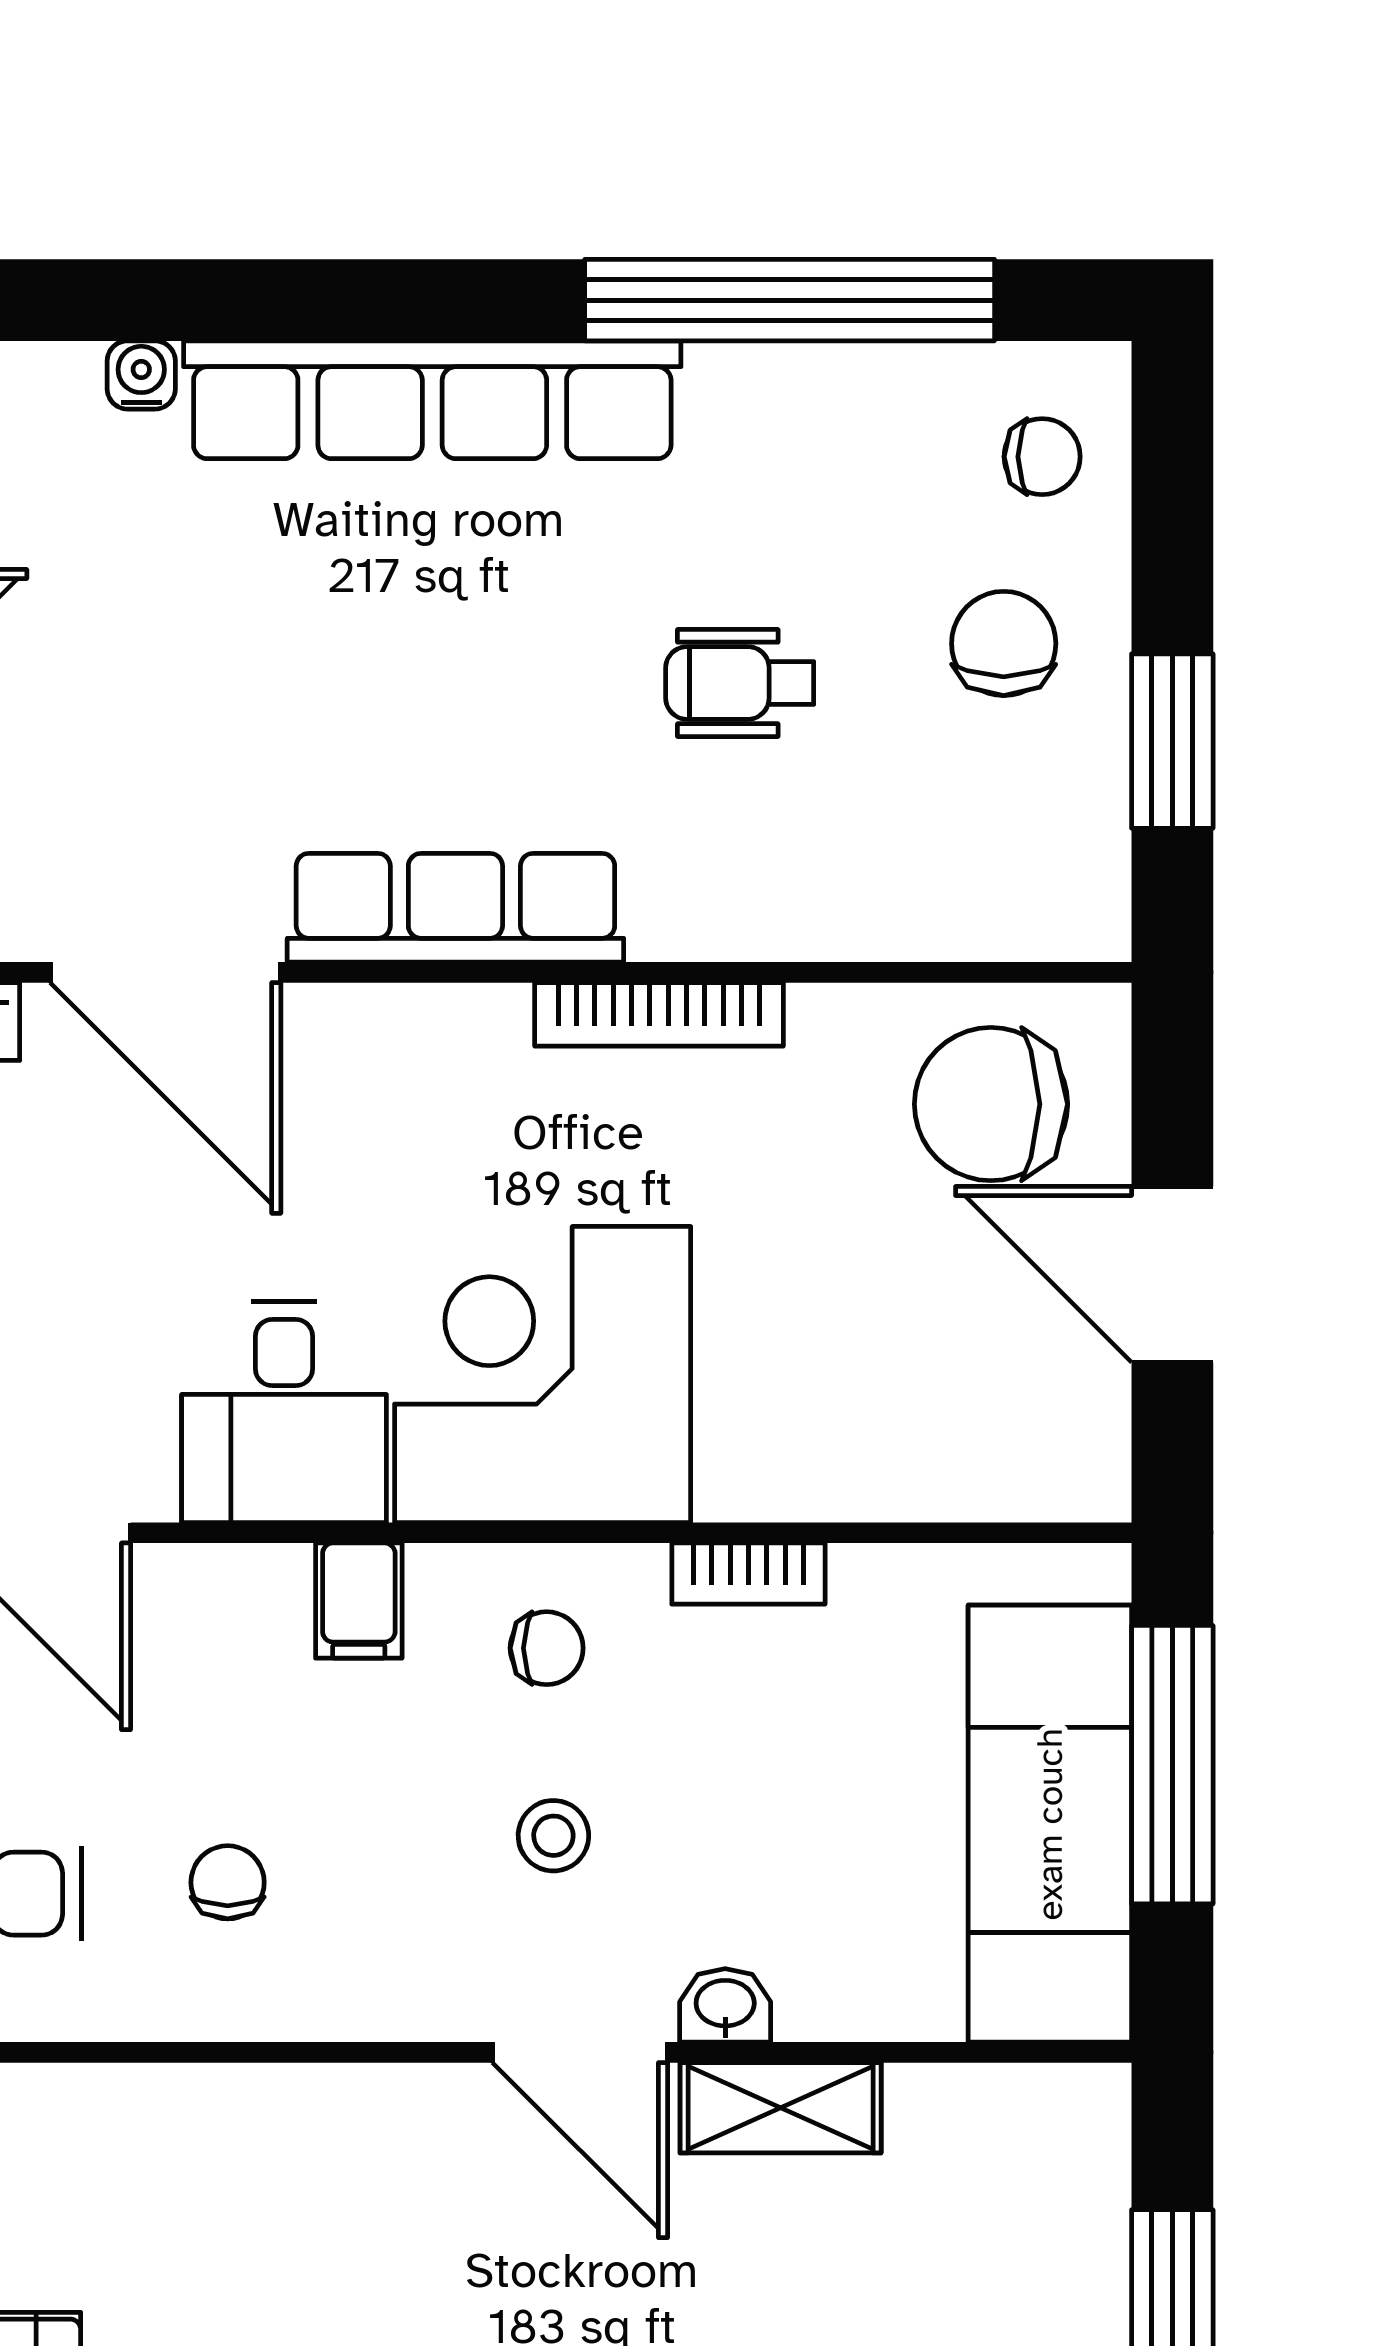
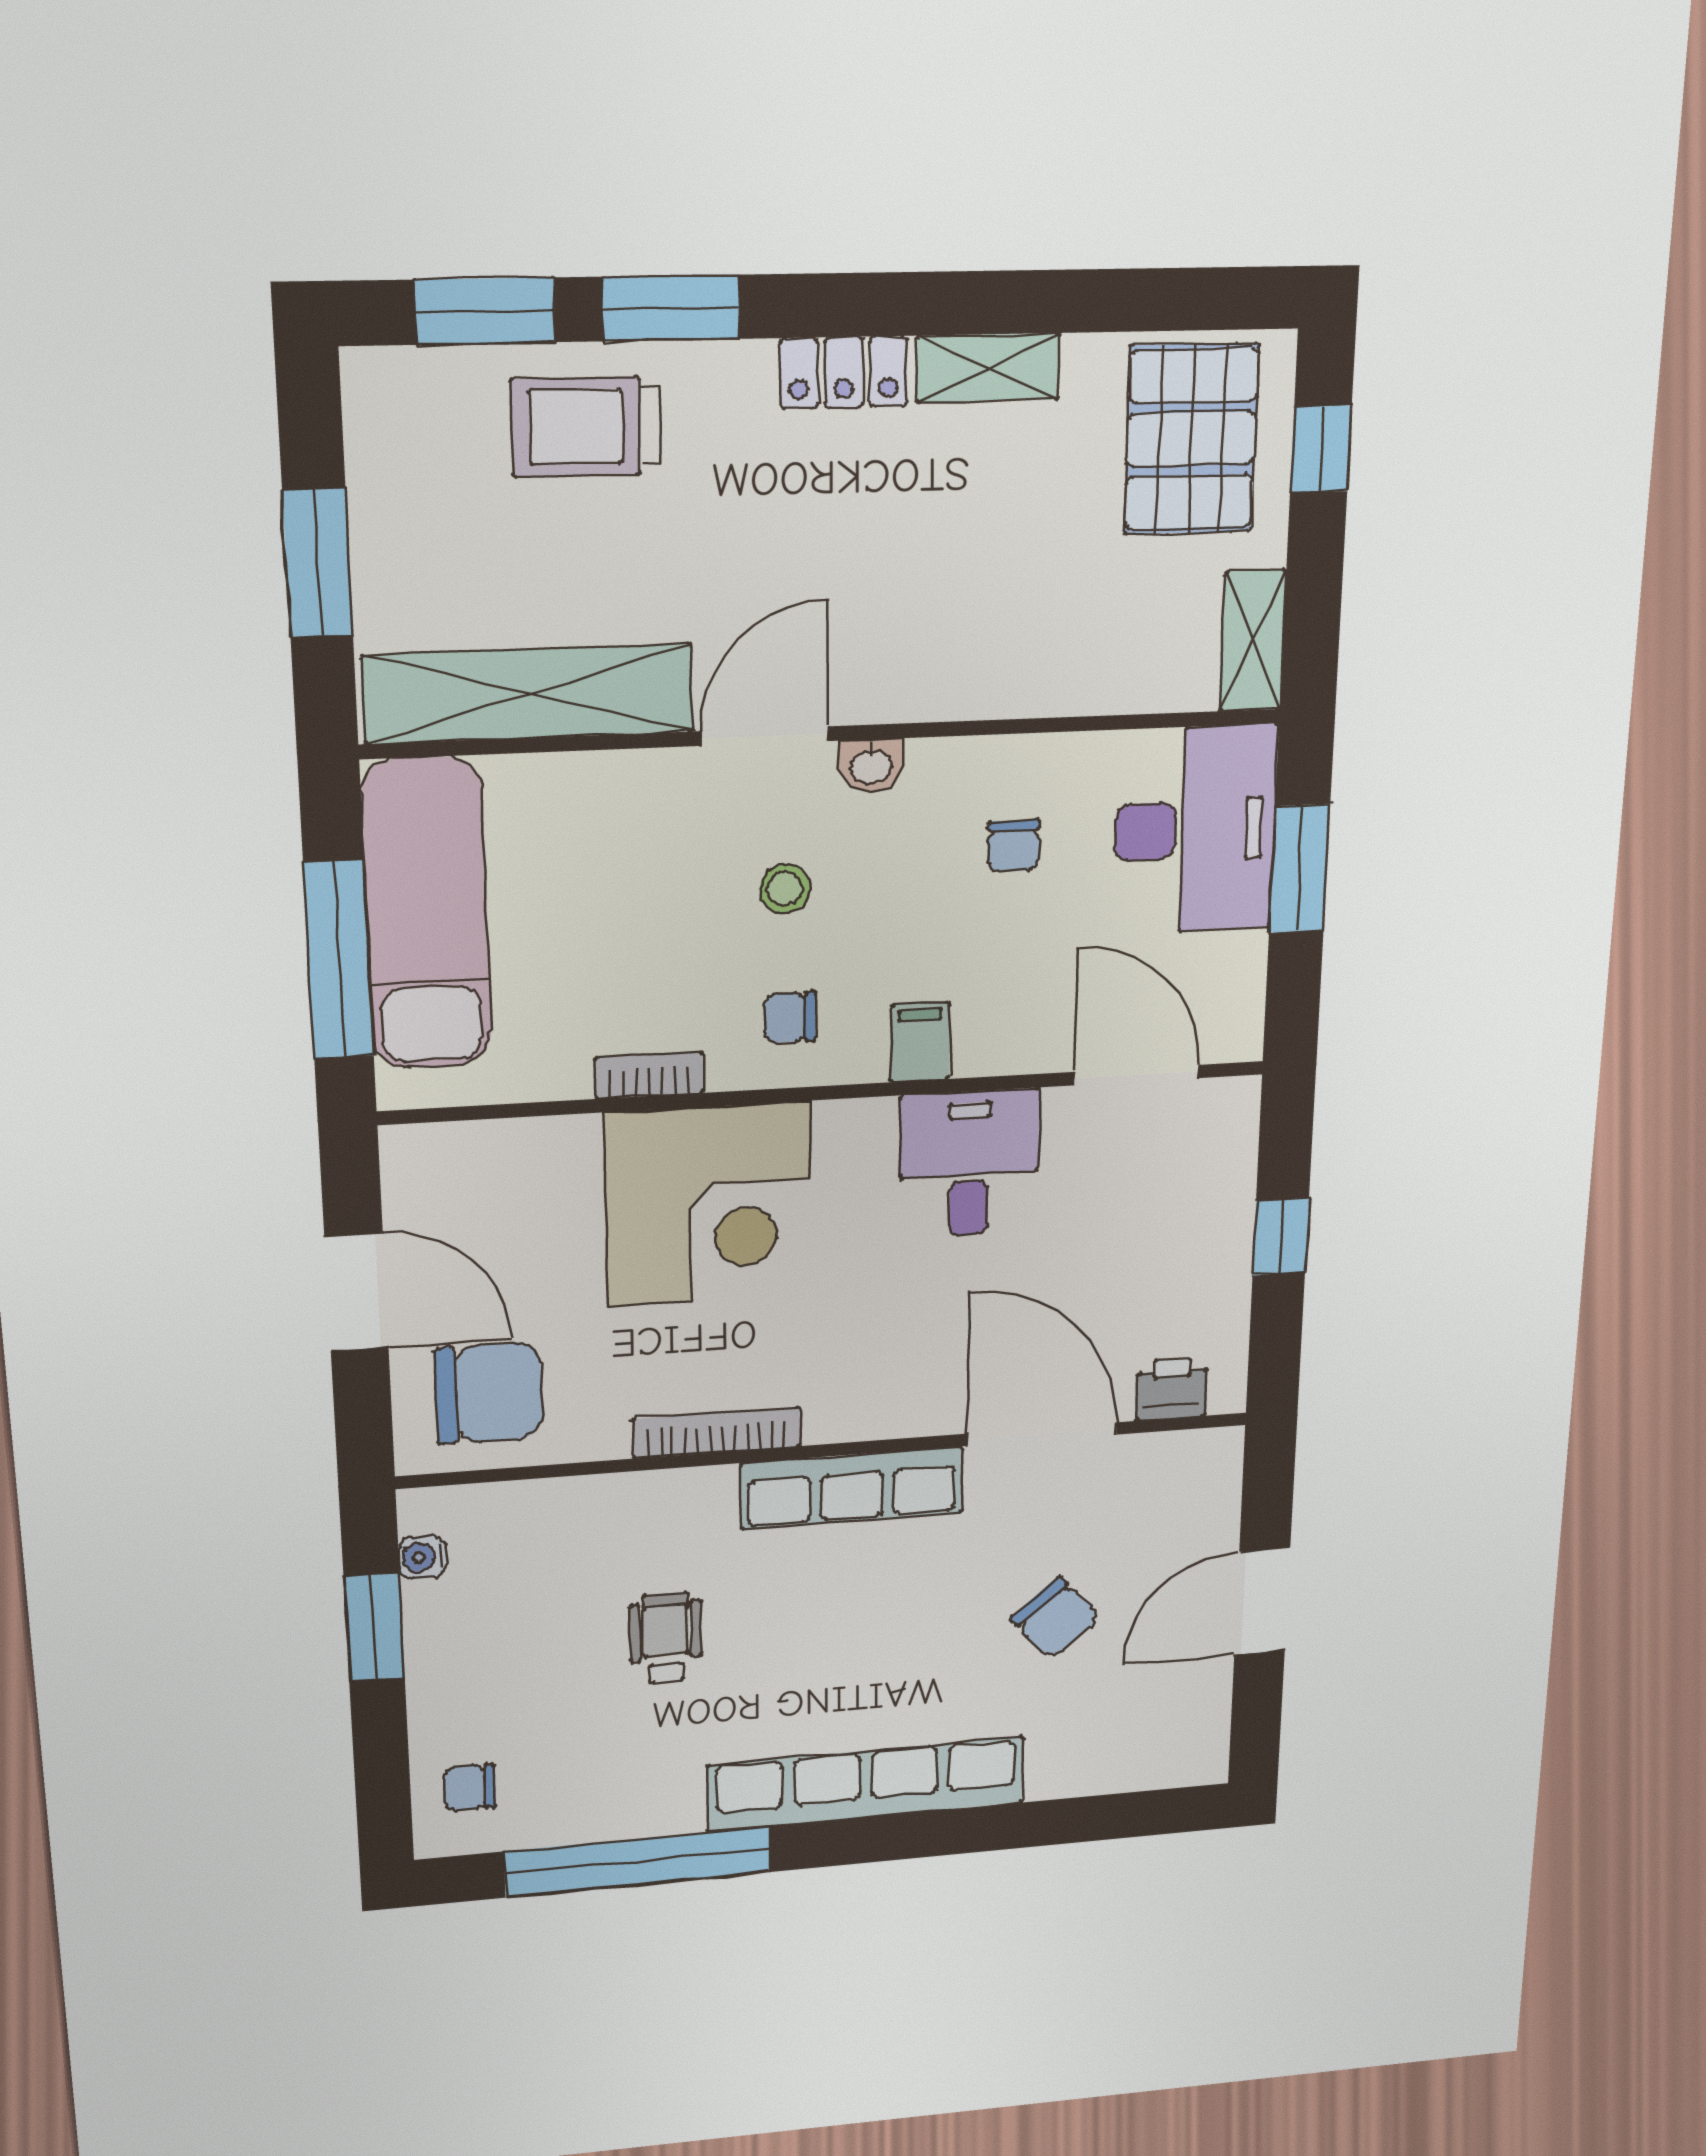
water cooler: (141, 375) -> (422, 1557), moved, turned 90
chair: (1004, 643) -> (1055, 1618), moved, turned -41
wheelchair: (740, 683) -> (666, 1638), turned -90
corner desk: (543, 1374) -> (709, 1204), moved
washbasin: (725, 2005) -> (871, 766), moved
door: (580, 2052) -> (765, 736), hinge flipped
shelving: (781, 2108) -> (529, 694), width x2.20, depth x1.33

